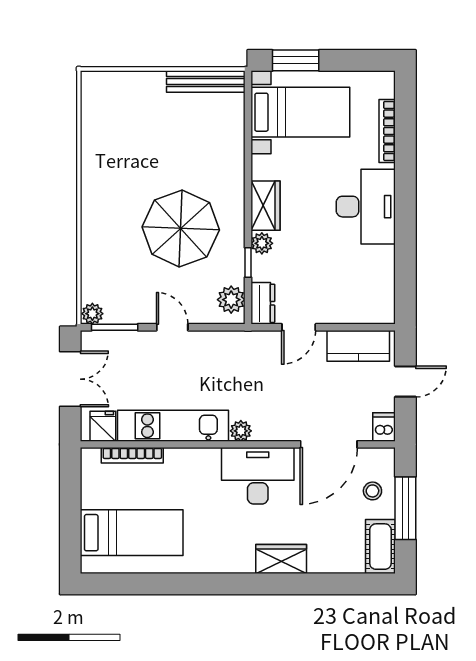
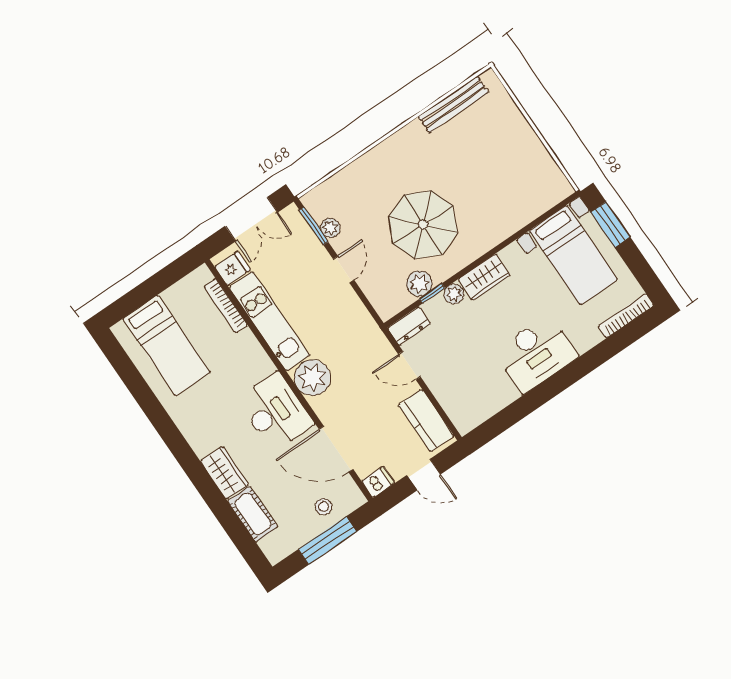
bench: (206, 82) -> (453, 104), moved, turned 90
bookcase: (387, 131) -> (626, 316), moved
plant: (231, 300) -> (419, 284), moved
plant: (92, 314) -> (330, 228), moved
plant: (241, 431) -> (312, 378), width x1.87, depth x1.87
cot: (380, 547) -> (253, 514), moved, turned 90

